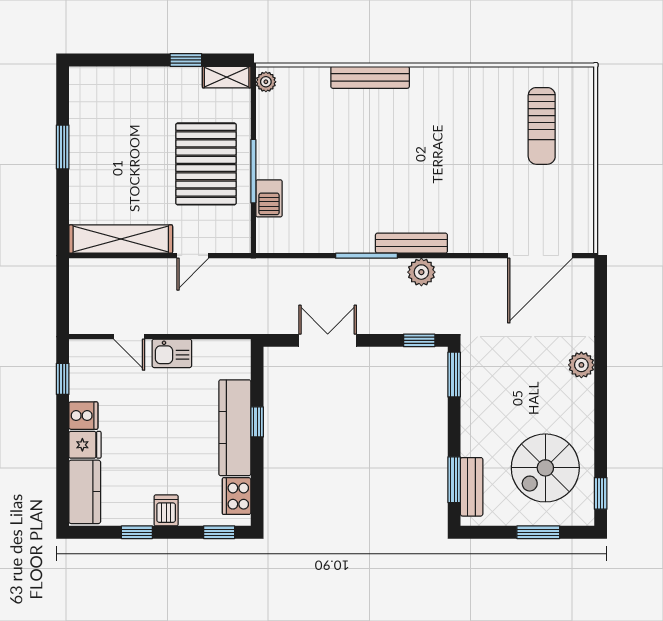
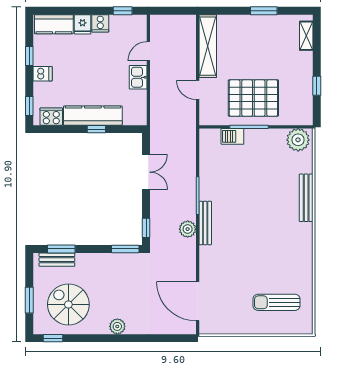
shelving: (227, 77) -> (306, 36), moved
plant: (266, 82) -> (298, 140), width x1.88, depth x1.88
plant: (581, 365) -> (117, 326), moved

